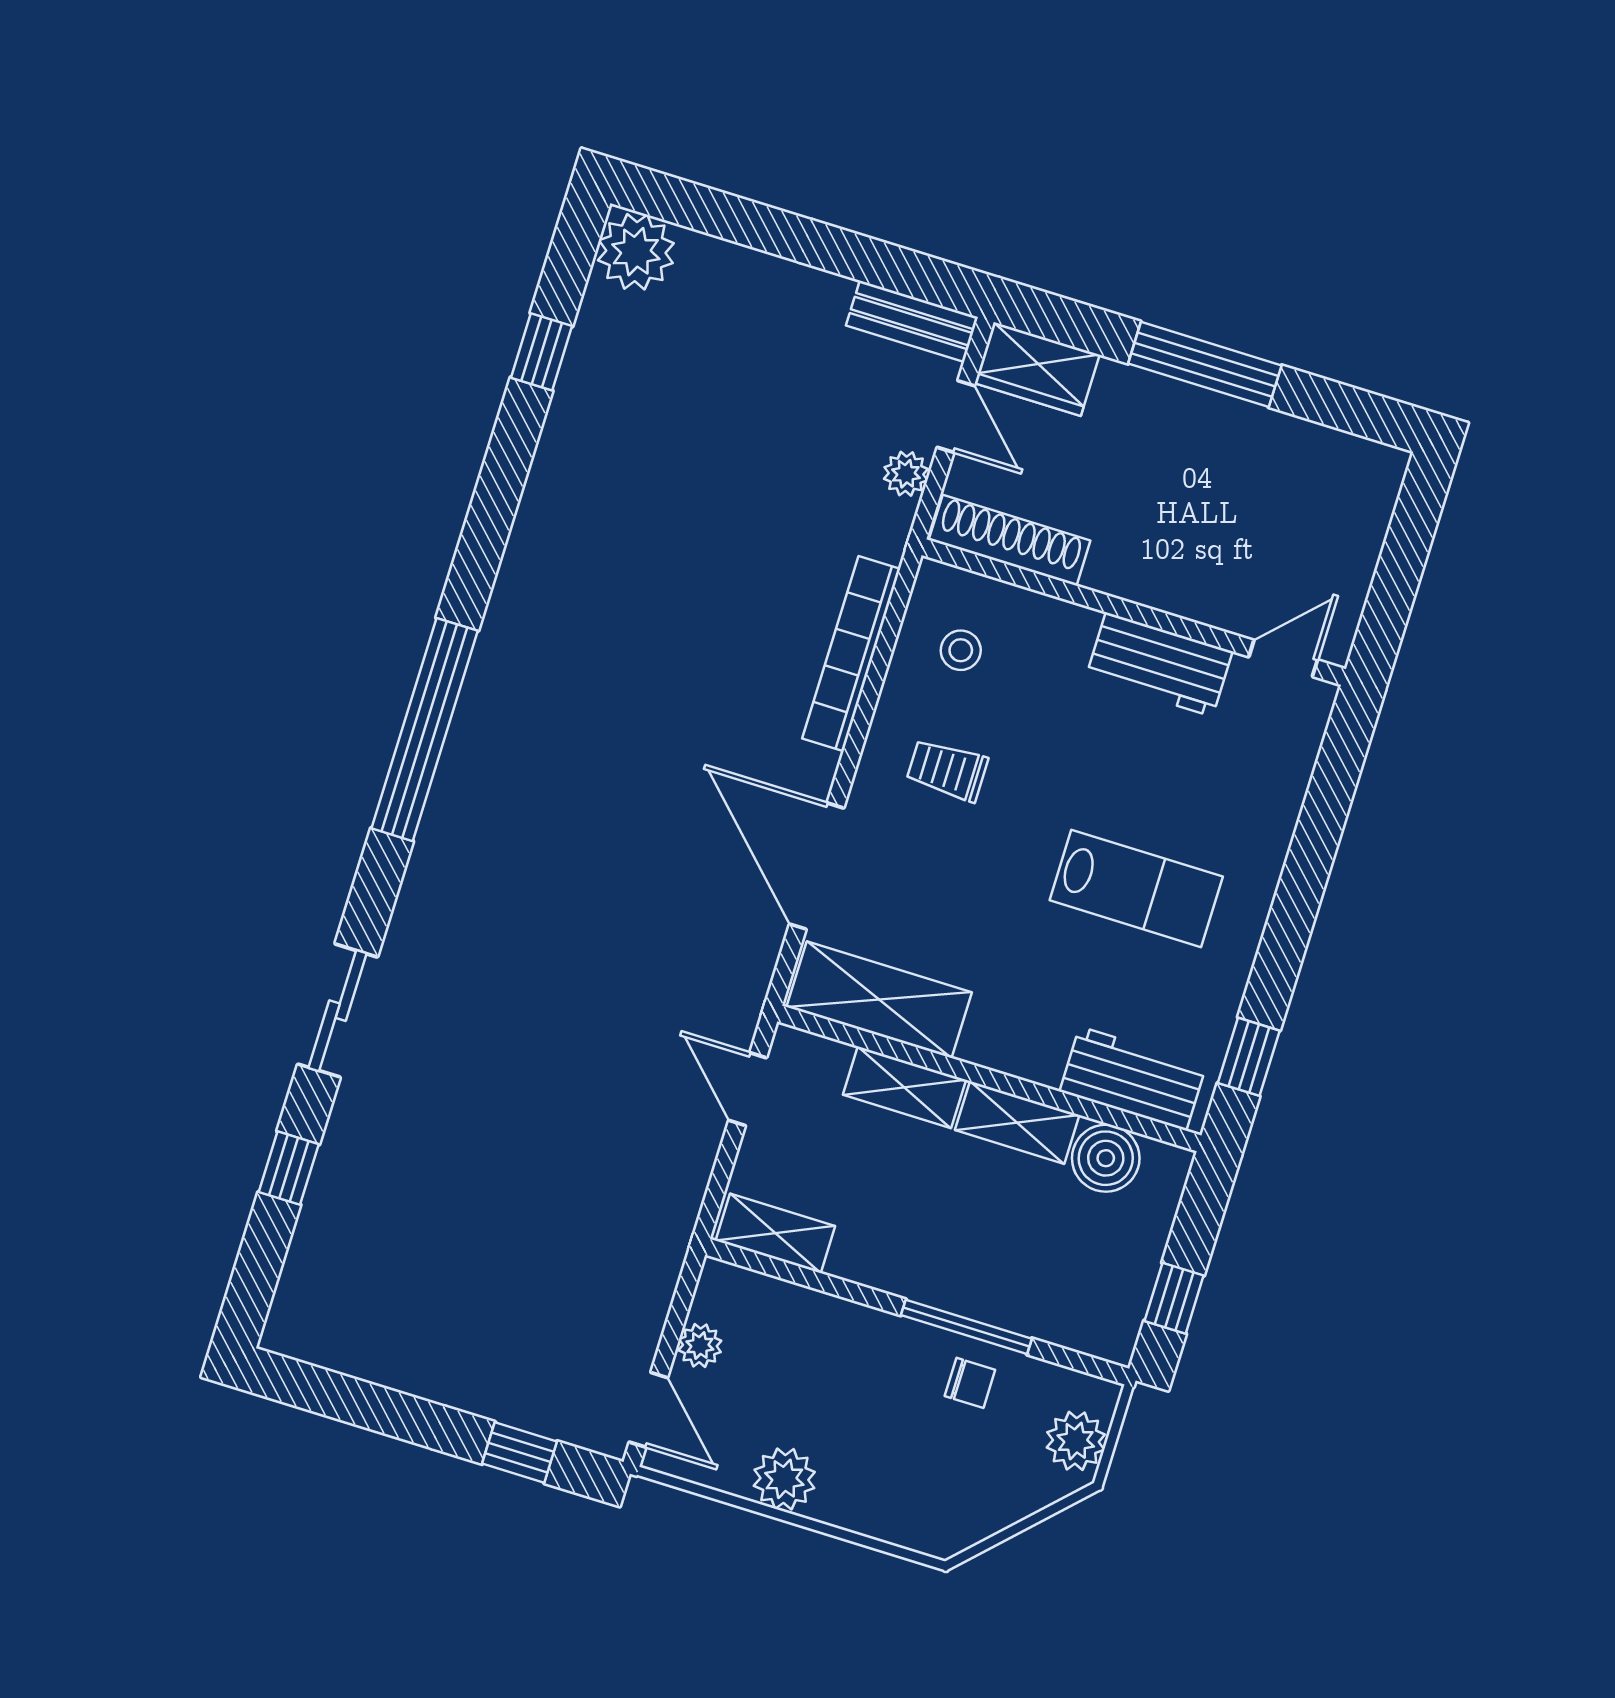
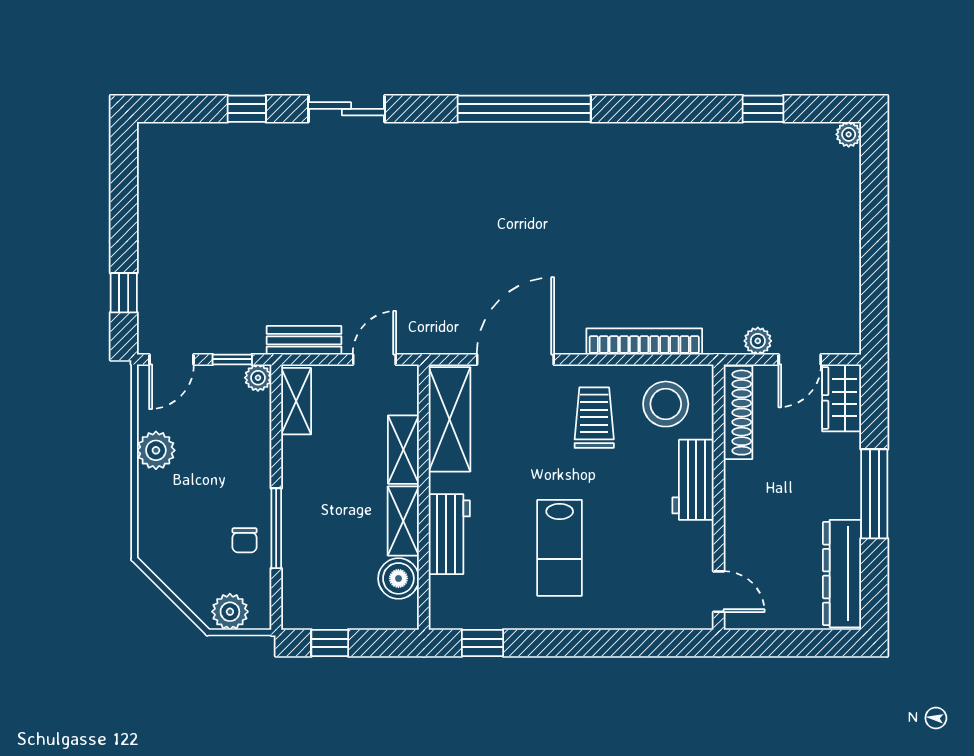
plant: (636, 252) -> (849, 134), width x0.53, depth x0.53
bench: (912, 321) -> (304, 340), moved, turned 90
dresser: (1315, 455) -> (842, 574), added
stool: (961, 650) -> (666, 404), width x1.89, depth x1.89
workbench: (1159, 664) -> (693, 480), moved
trolley: (947, 770) -> (594, 418), width x1.36, depth x1.39
workbench: (1133, 1078) -> (449, 534), moved
window: (678, 1314) -> (232, 359), added
plant: (700, 1345) -> (258, 378), moved

